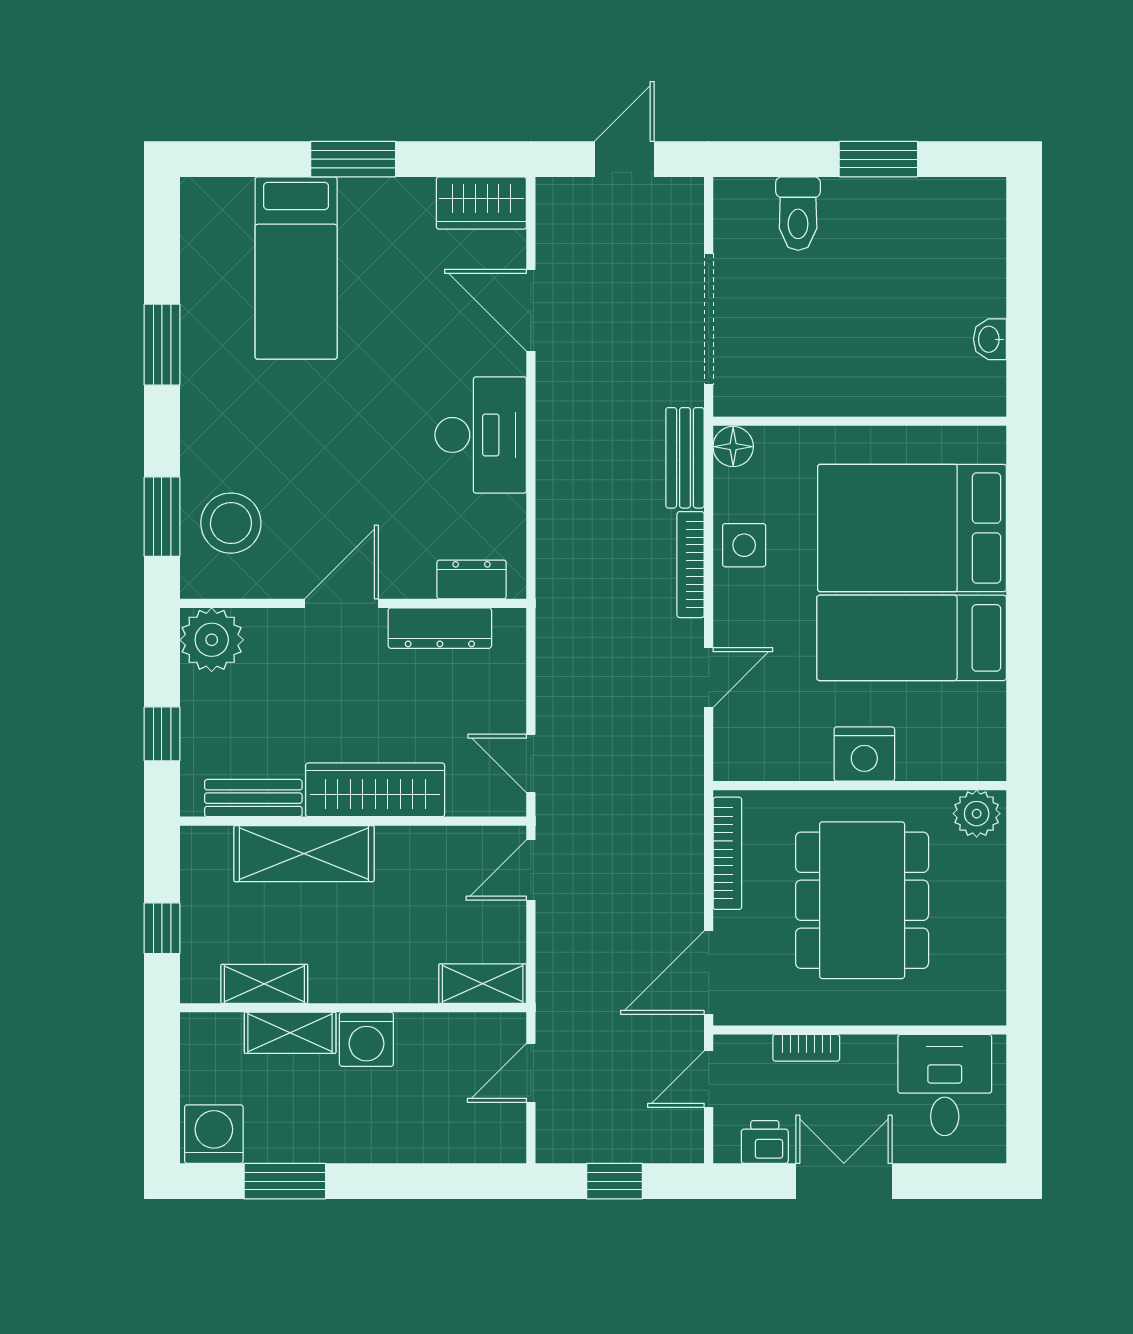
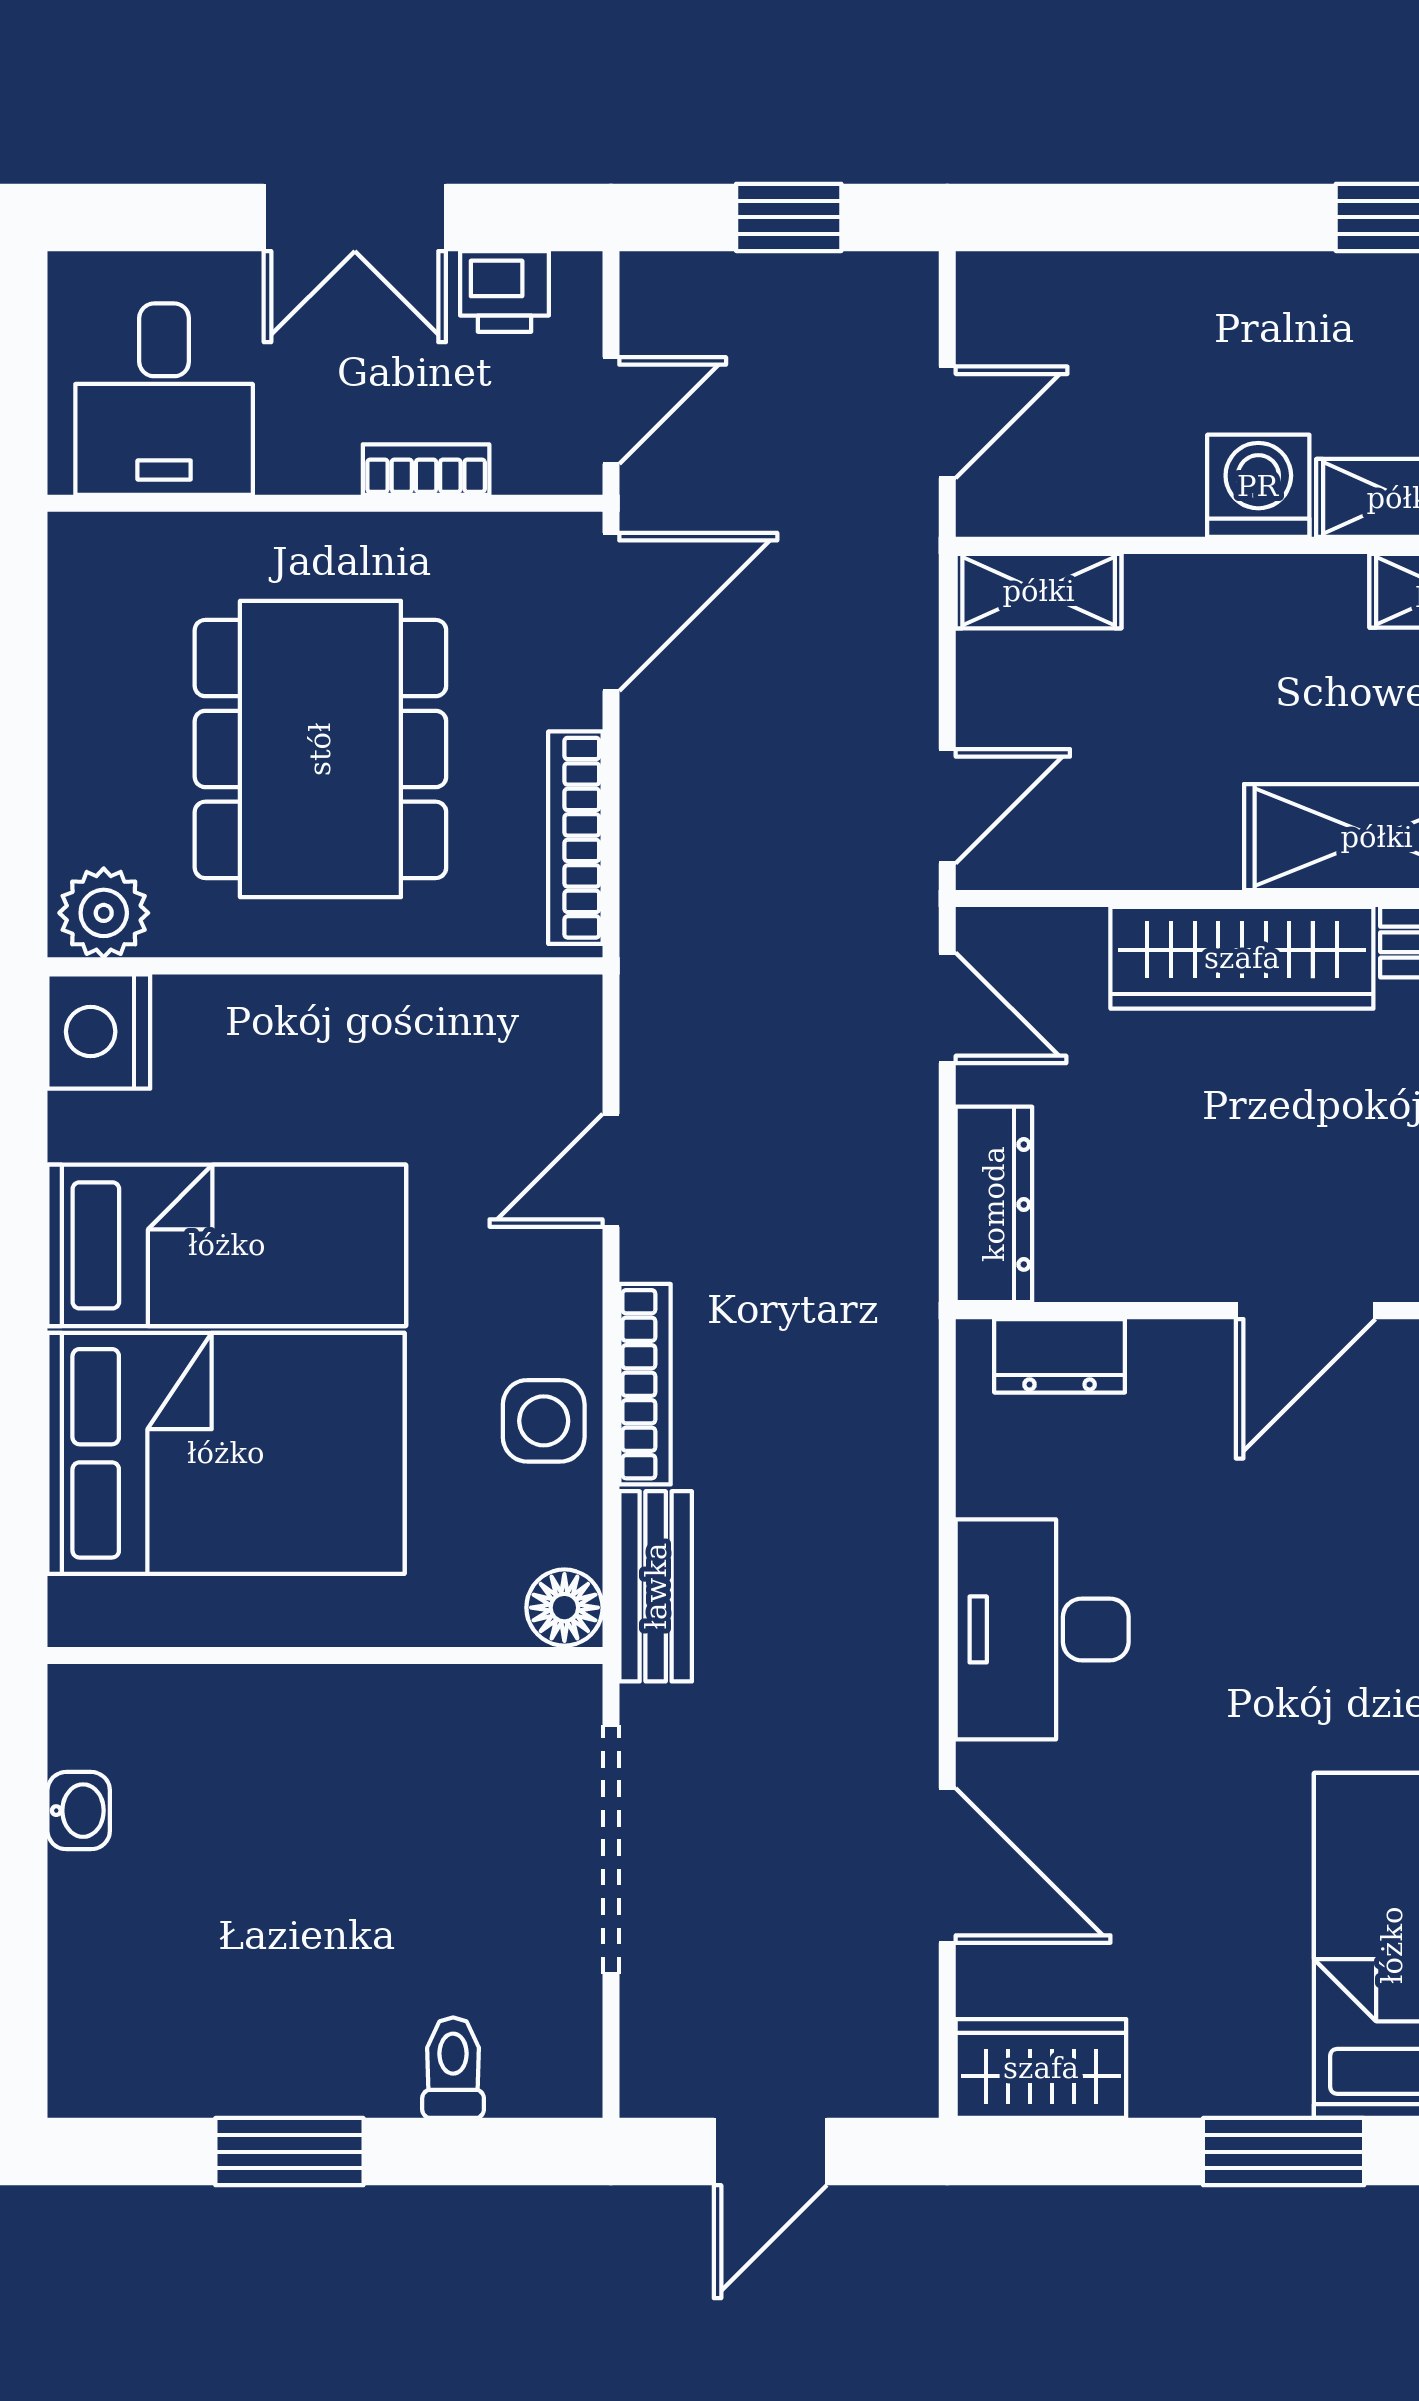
toilet: (798, 214) -> (453, 2068), width x0.73, depth x0.72
dresser: (440, 628) -> (994, 1204), moved, turned 90
nightstand: (864, 754) -> (99, 1032), moved, turned -90

